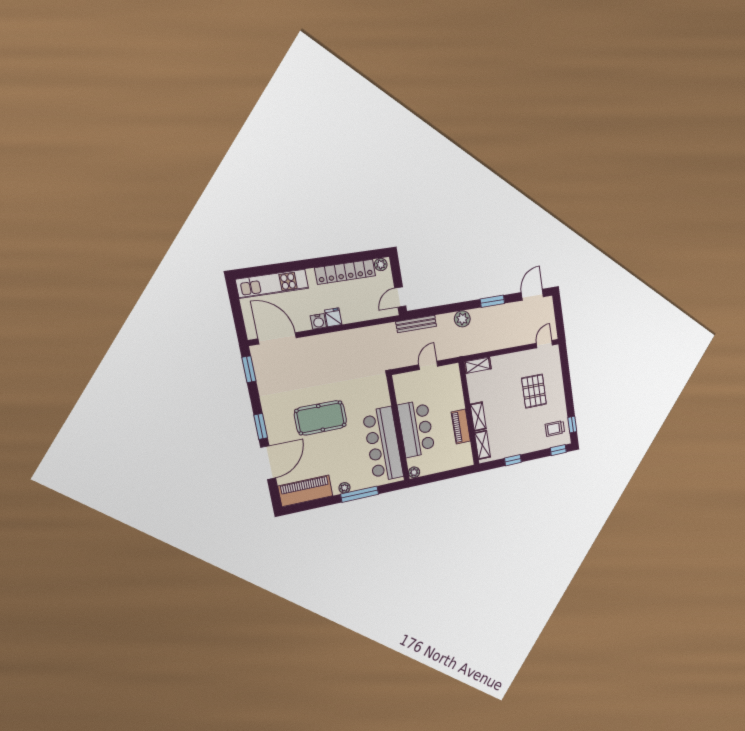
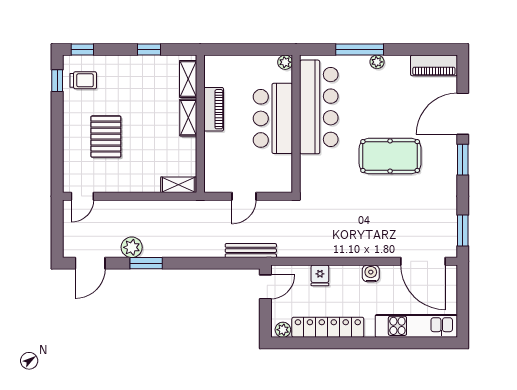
fridge: (333, 317) -> (320, 275), moved
plant: (462, 319) -> (132, 247), moved
piano: (305, 491) -> (434, 65), width x0.73, depth x0.75

